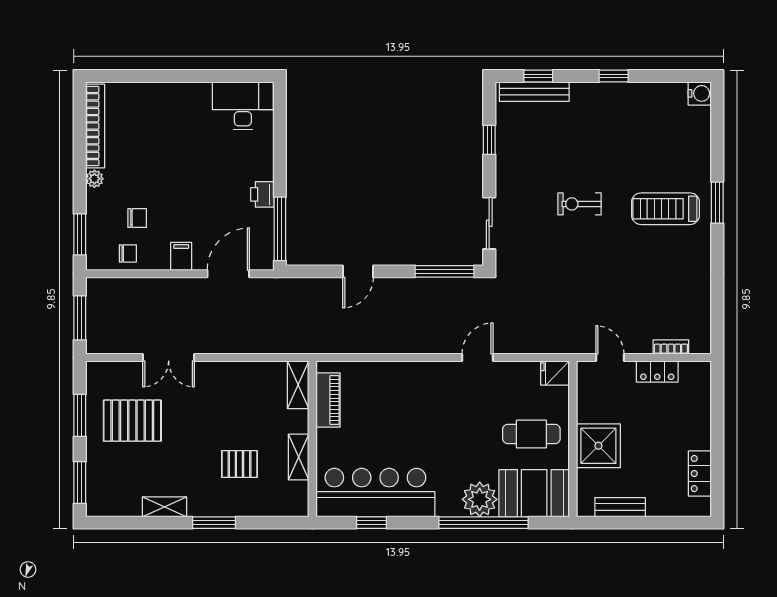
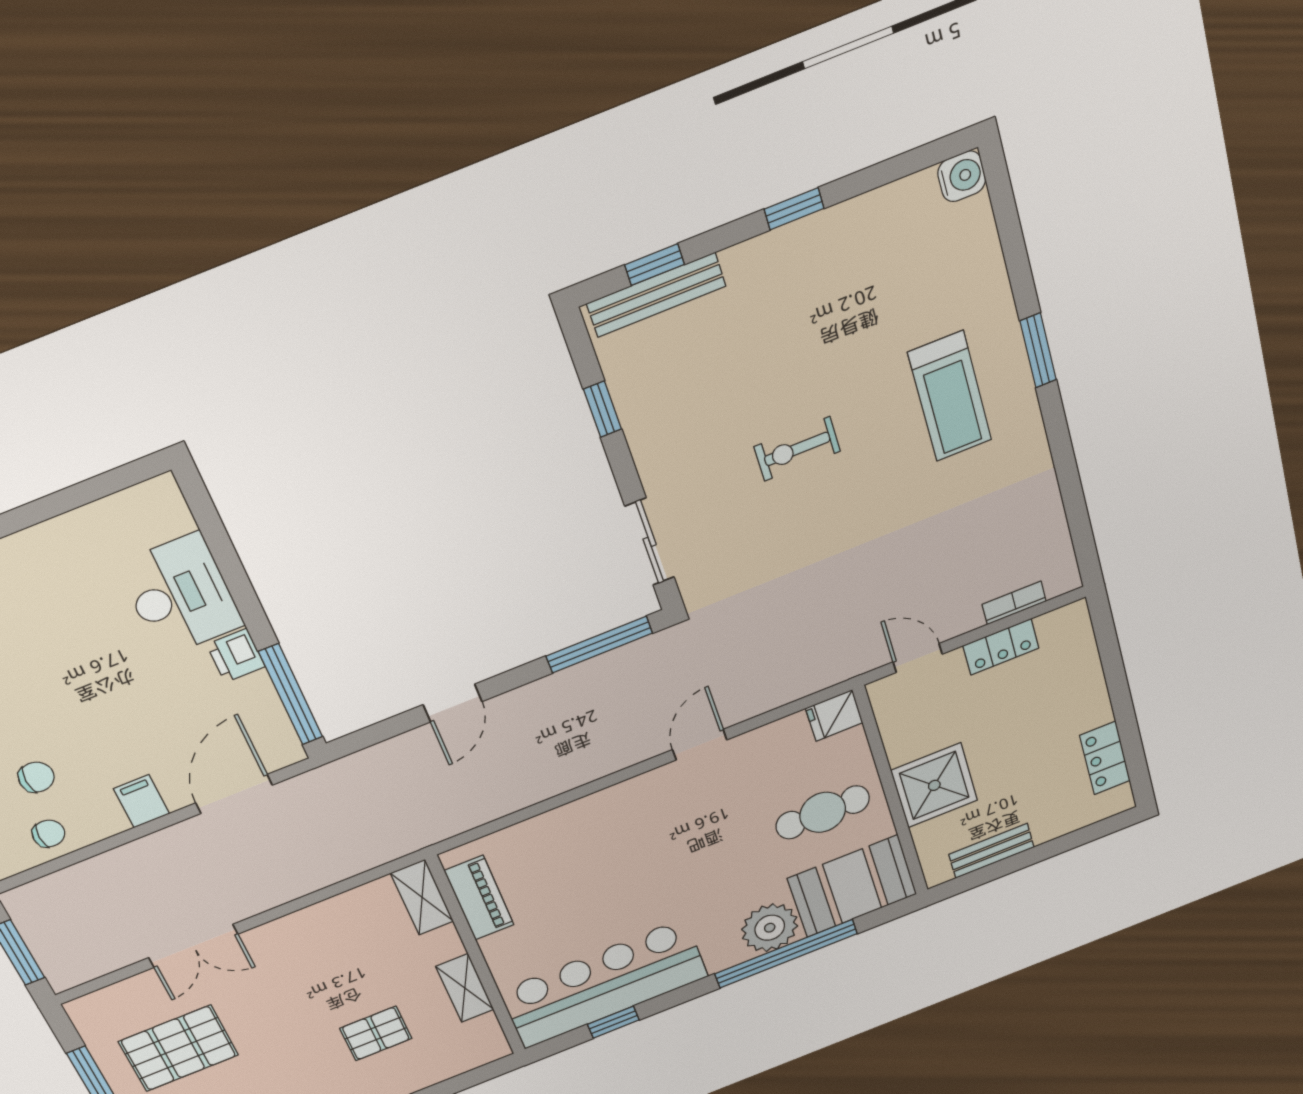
desk: (243, 106) -> (180, 595), moved, turned 90
treadmill: (665, 209) -> (950, 396), turned -90

